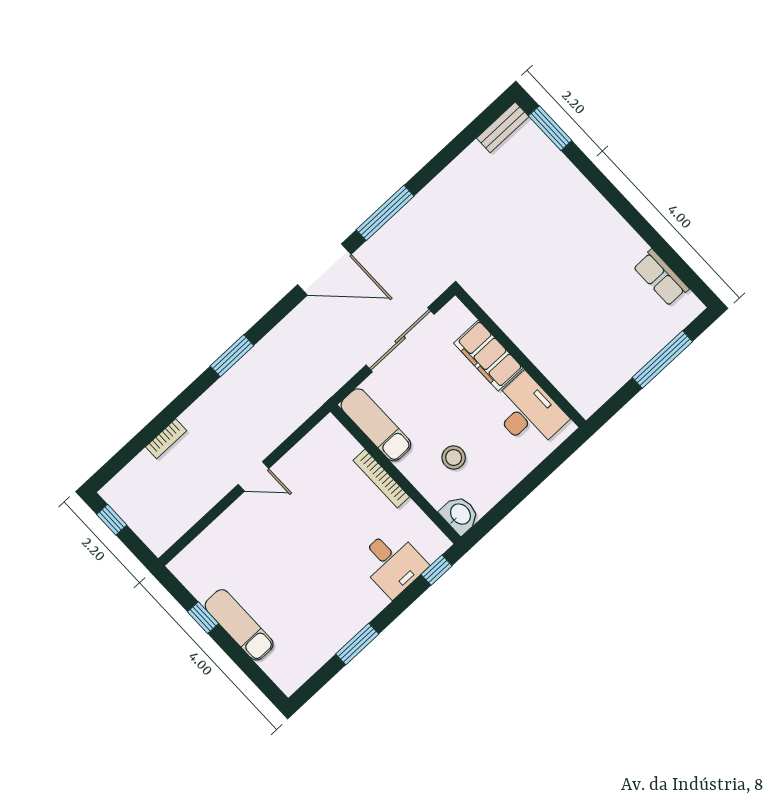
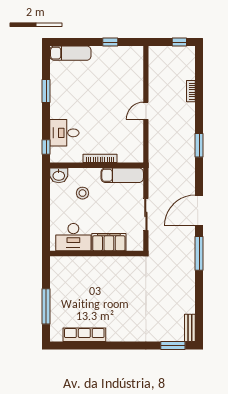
row of seats: (661, 278) -> (84, 335), width x1.48
sliding door: (400, 340) -> (146, 214), width x0.73
exam couch: (239, 625) -> (70, 53), moved

